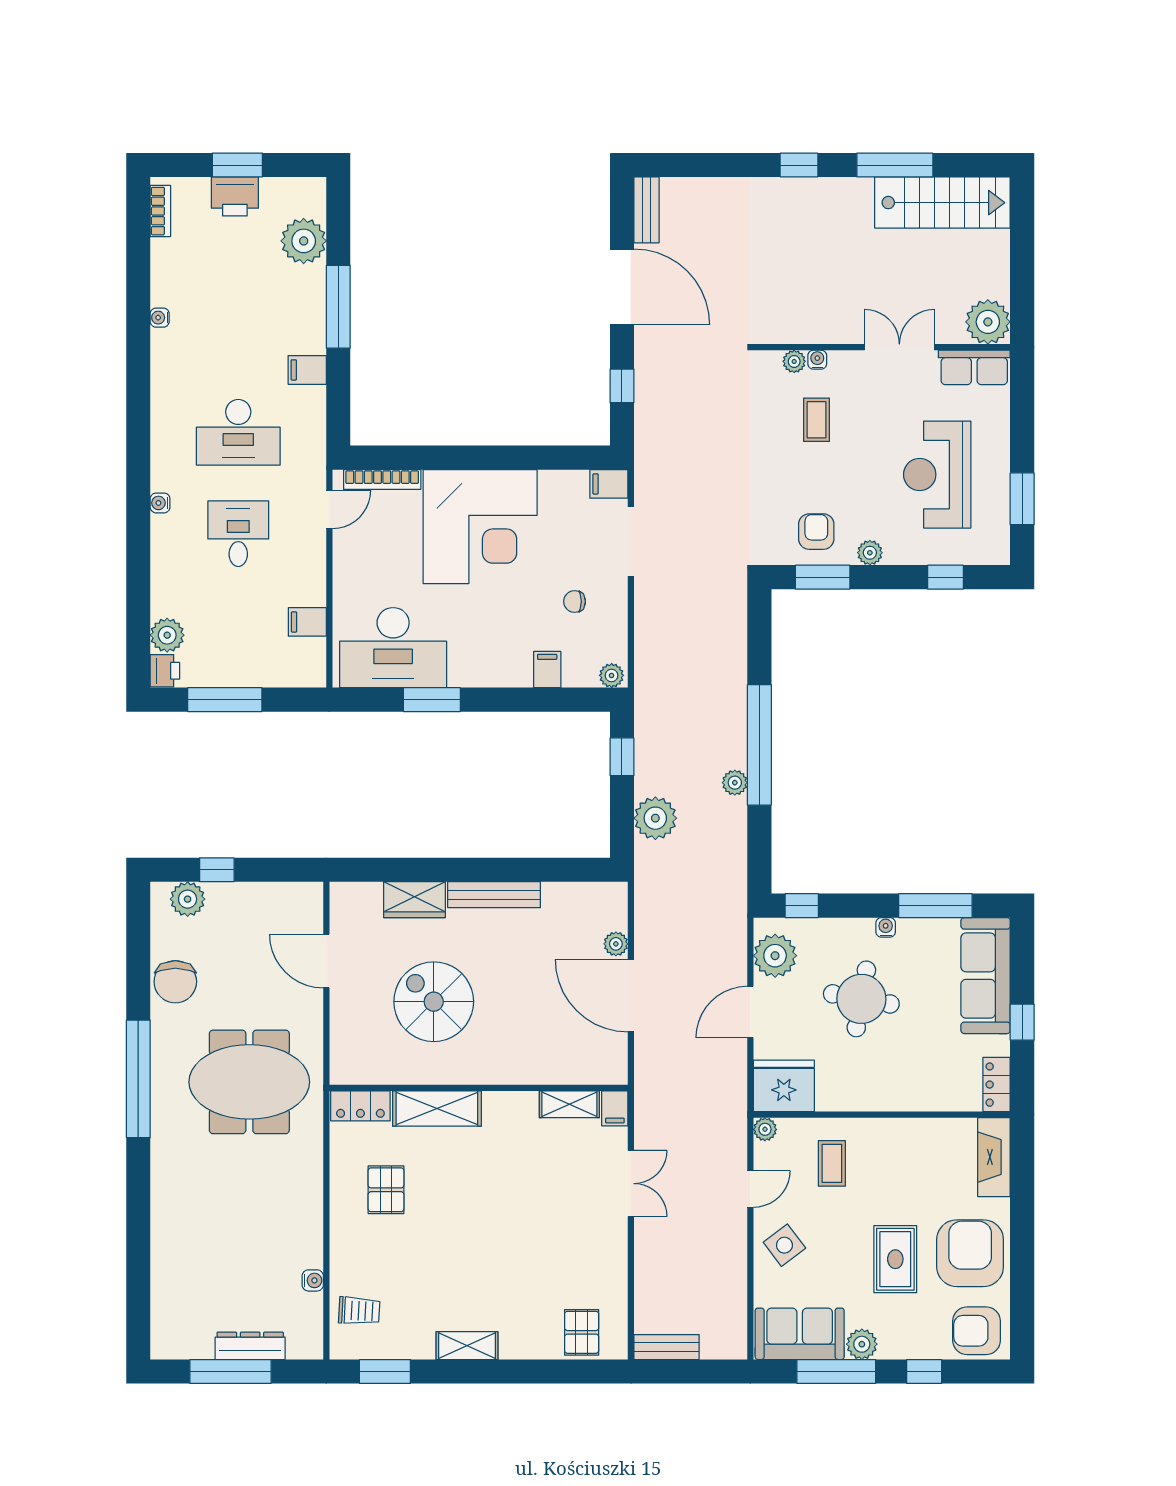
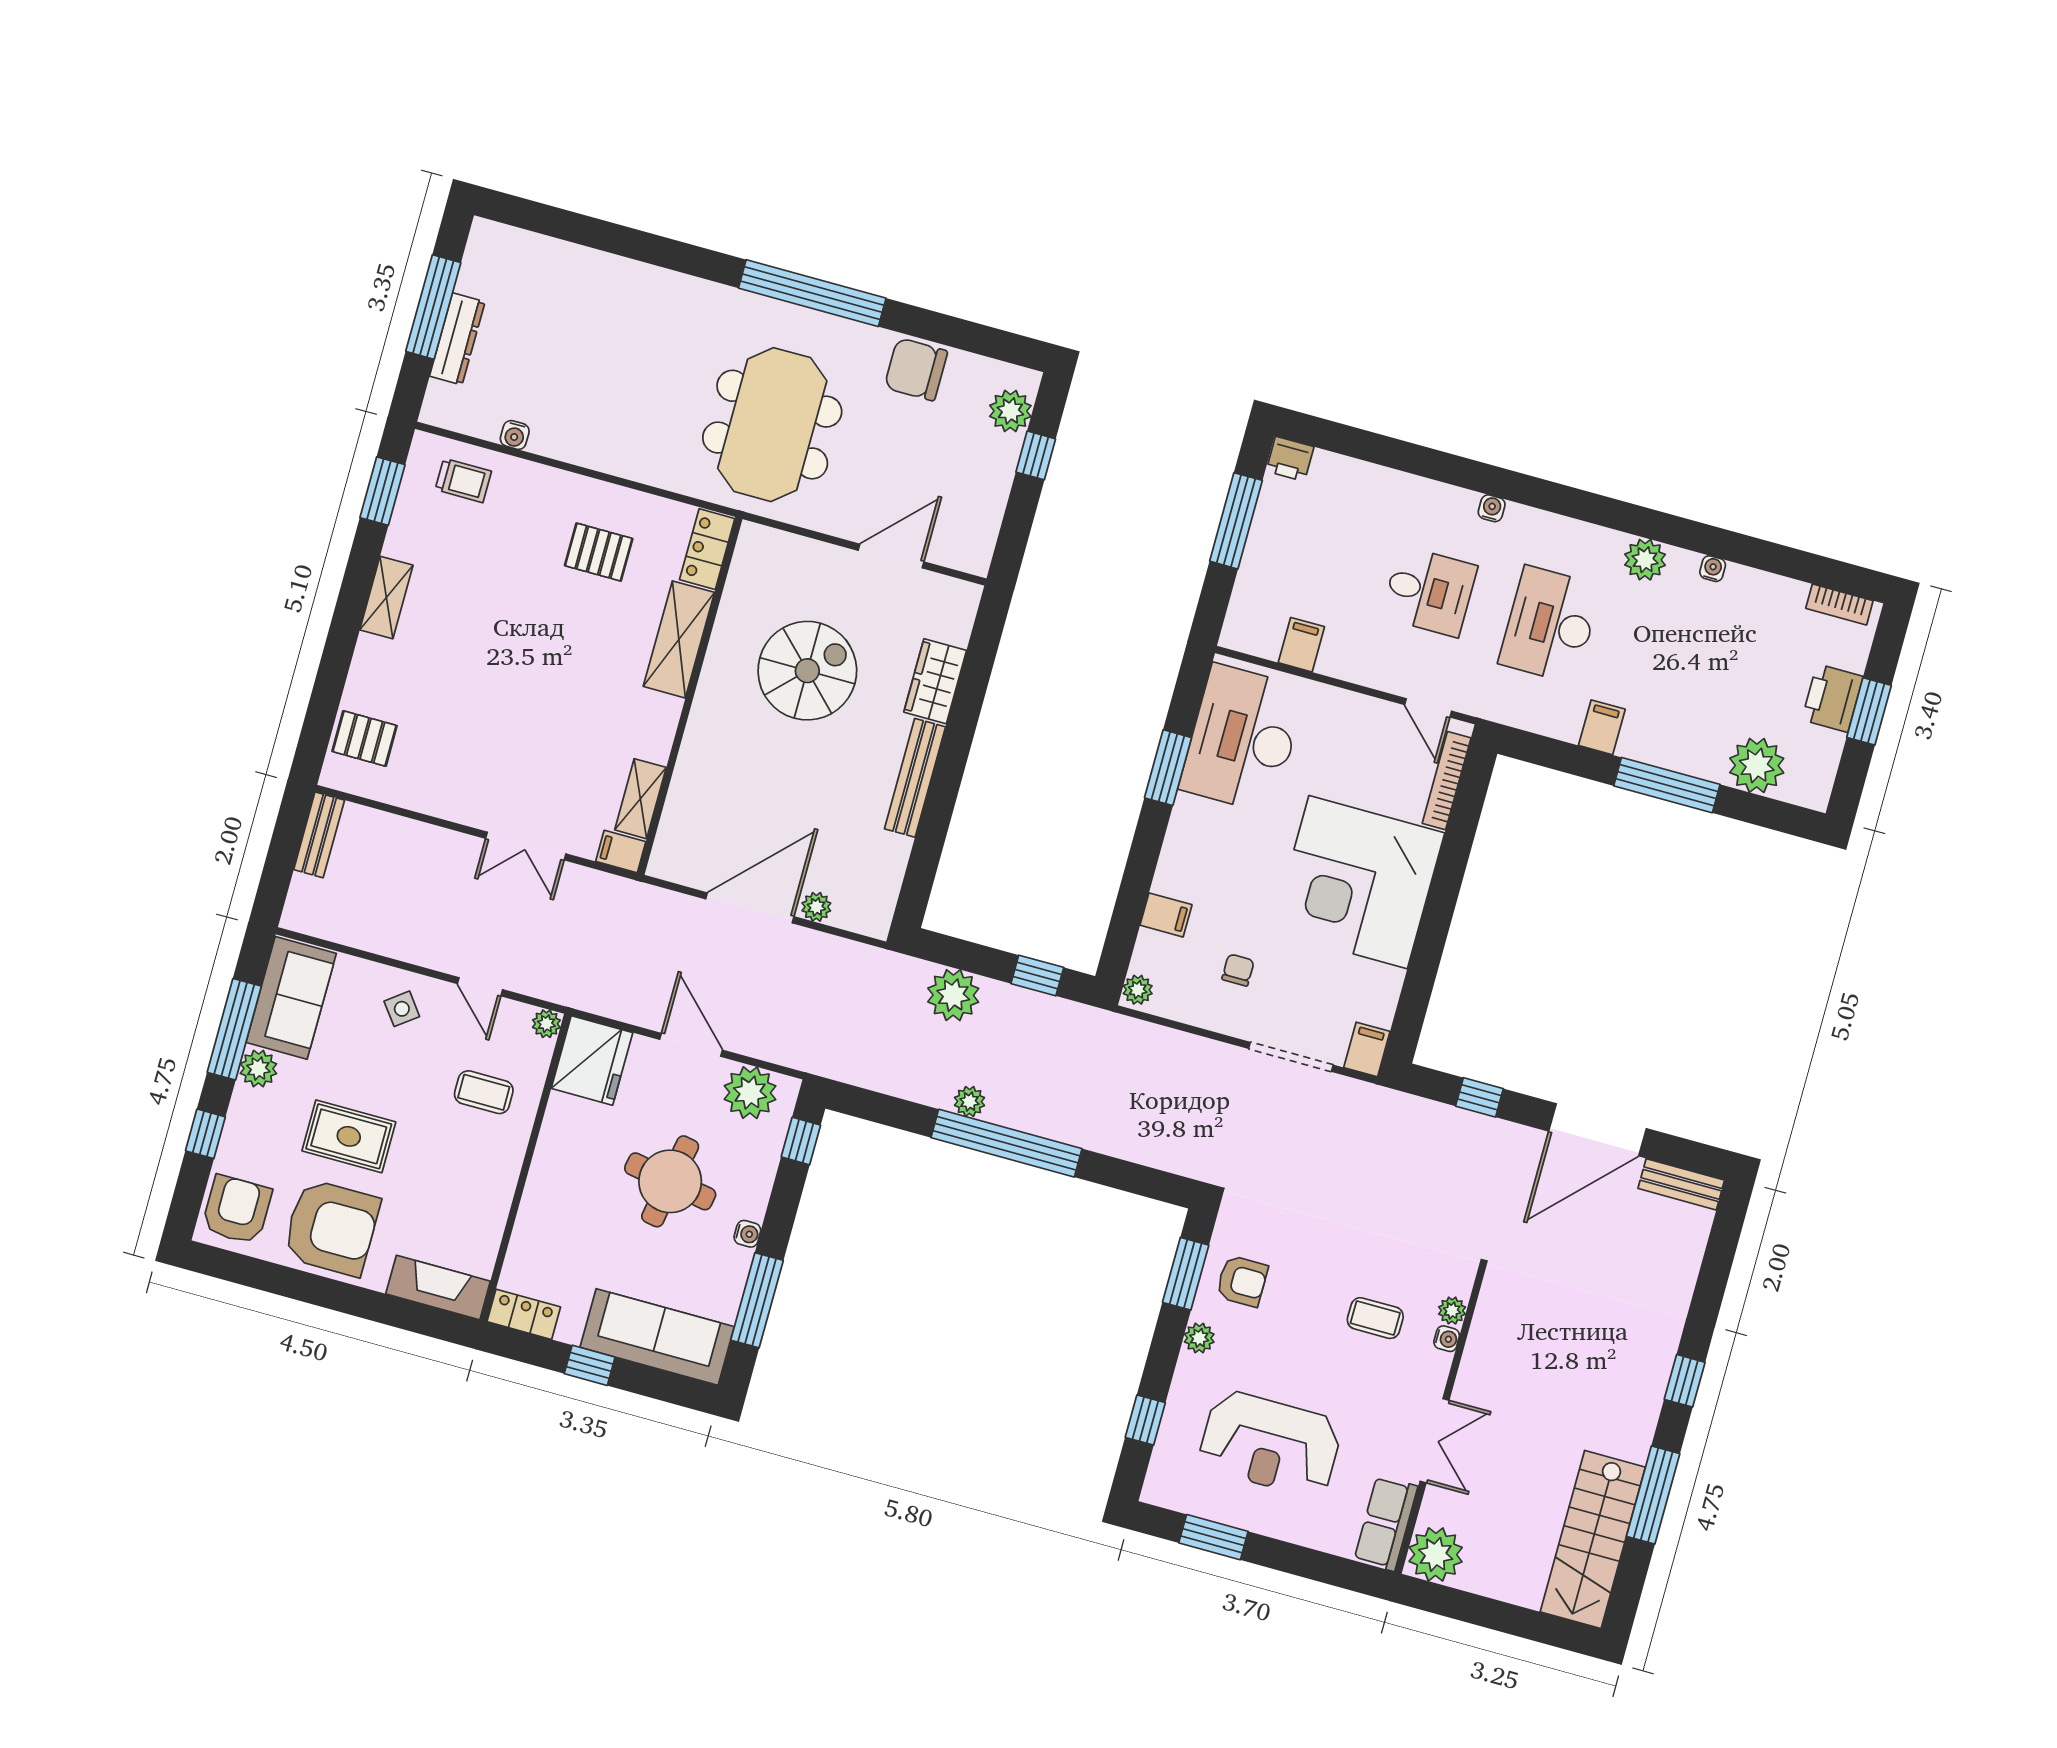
reception desk: (937, 475) -> (1270, 1444), turned 180
plant: (167, 635) -> (1645, 560), moved
side table: (784, 1245) -> (402, 1009), width x0.73, depth x0.73
trolley: (359, 1311) -> (463, 480), turned -93

